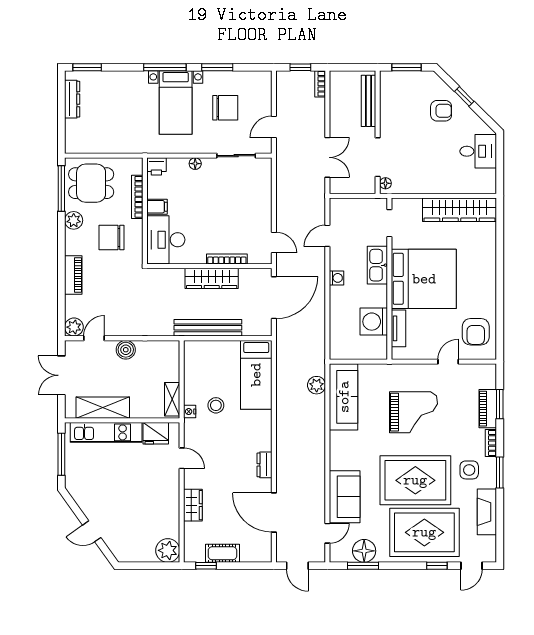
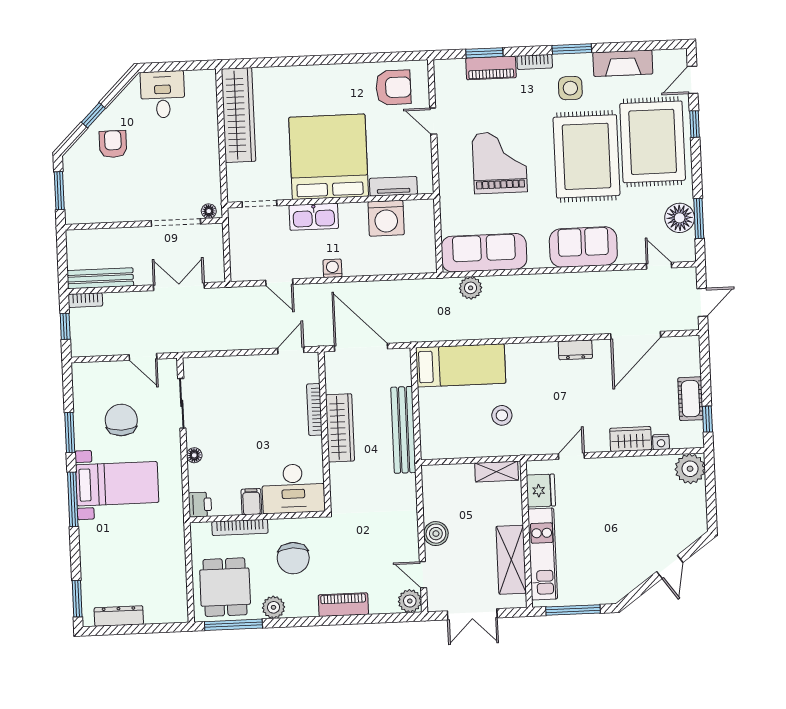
bench: (368, 101) -> (100, 278), moved
nightstand: (190, 412) -> (661, 442), moved
sofa: (345, 497) -> (583, 247), moved
door: (471, 566) -> (693, 80), swing flipped

